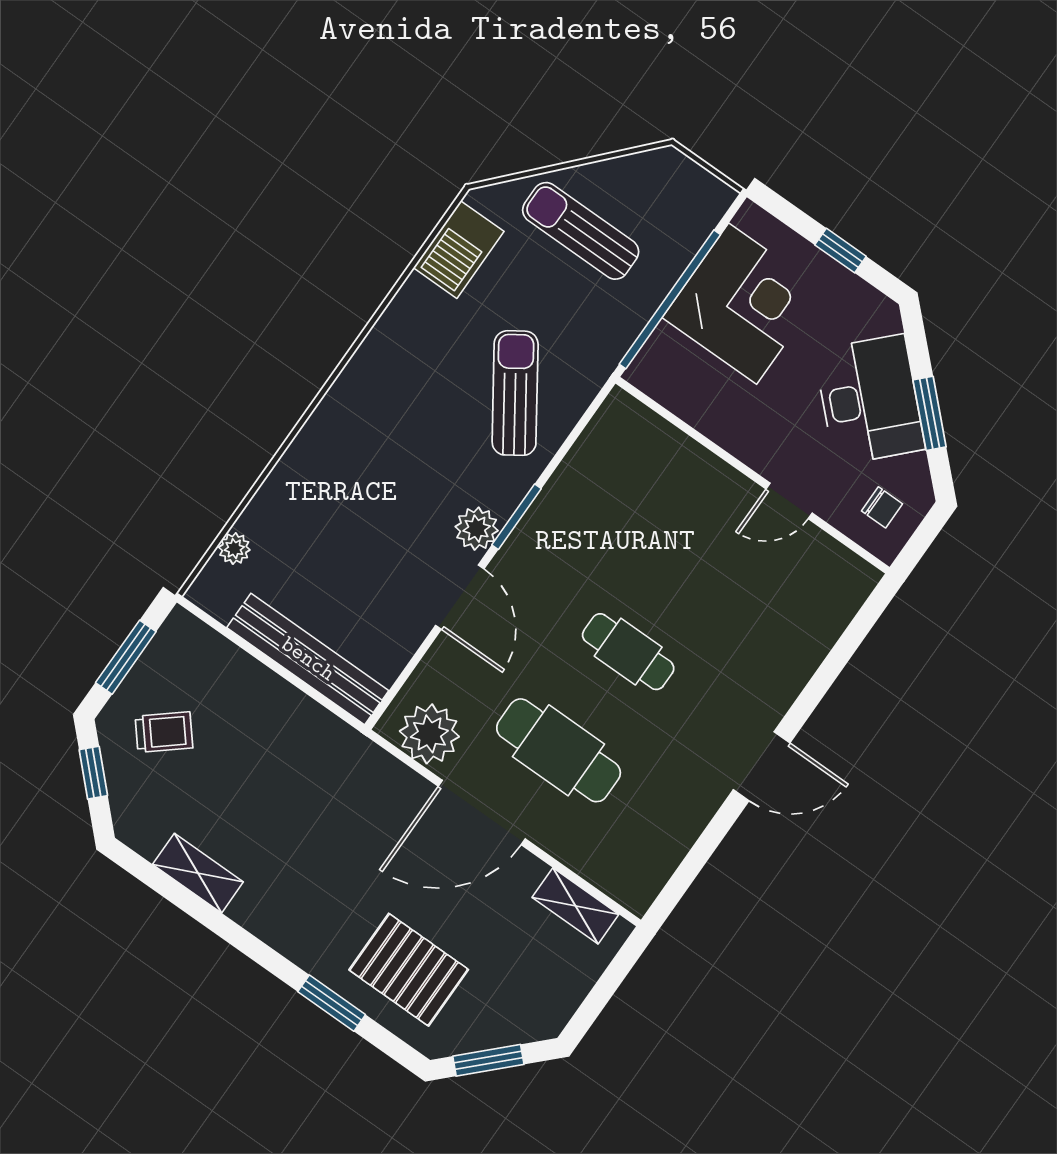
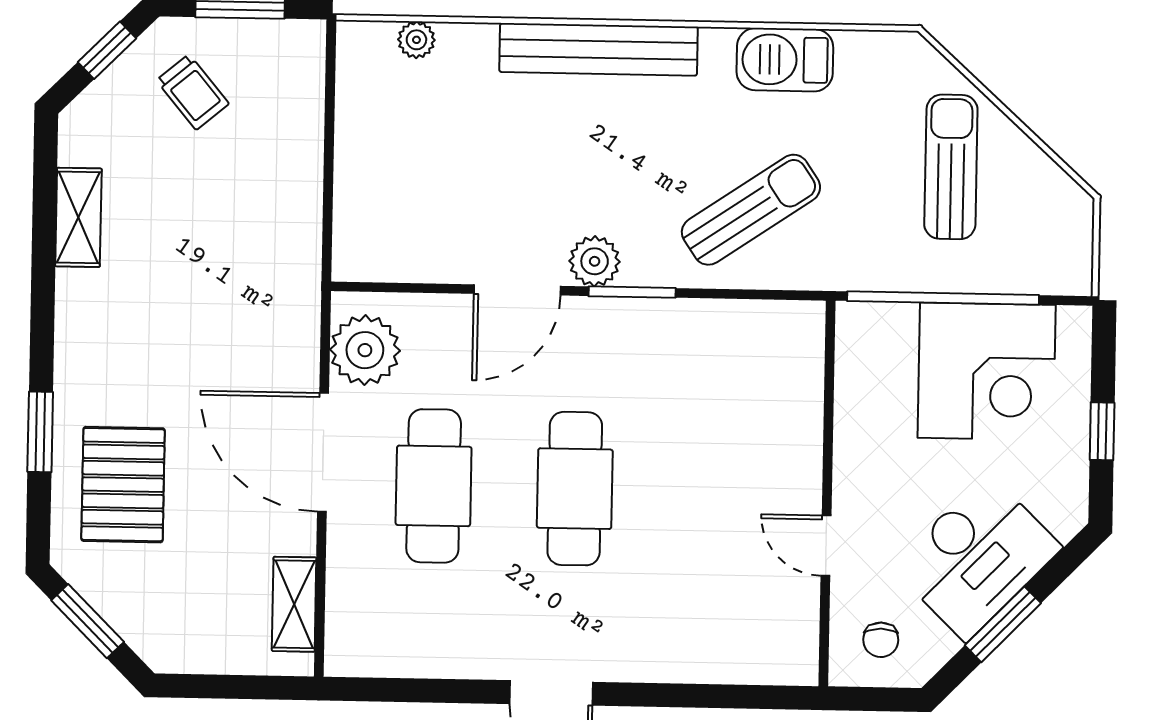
barbecue: (459, 250) -> (785, 60), moved
cafe table: (628, 652) -> (575, 489), width x1.37, depth x1.35
bench: (308, 659) -> (599, 49), moved, turned 90

